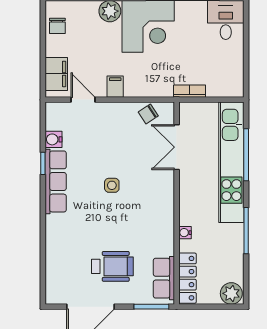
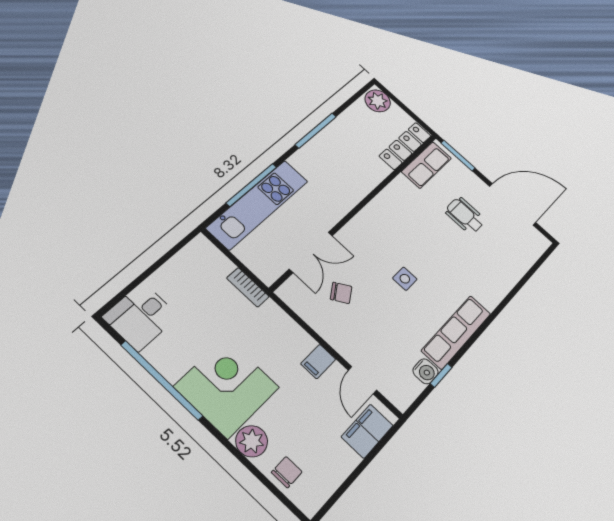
chair: (57, 26) -> (287, 472), moved
chair: (148, 114) -> (341, 293), moved
kitchen unit: (231, 162) -> (258, 204), width x0.73
window: (43, 163) -> (441, 375), moved
water cooler: (185, 233) -> (373, 180), removed
wheelchair: (112, 266) -> (465, 216), width x0.73, depth x0.73

